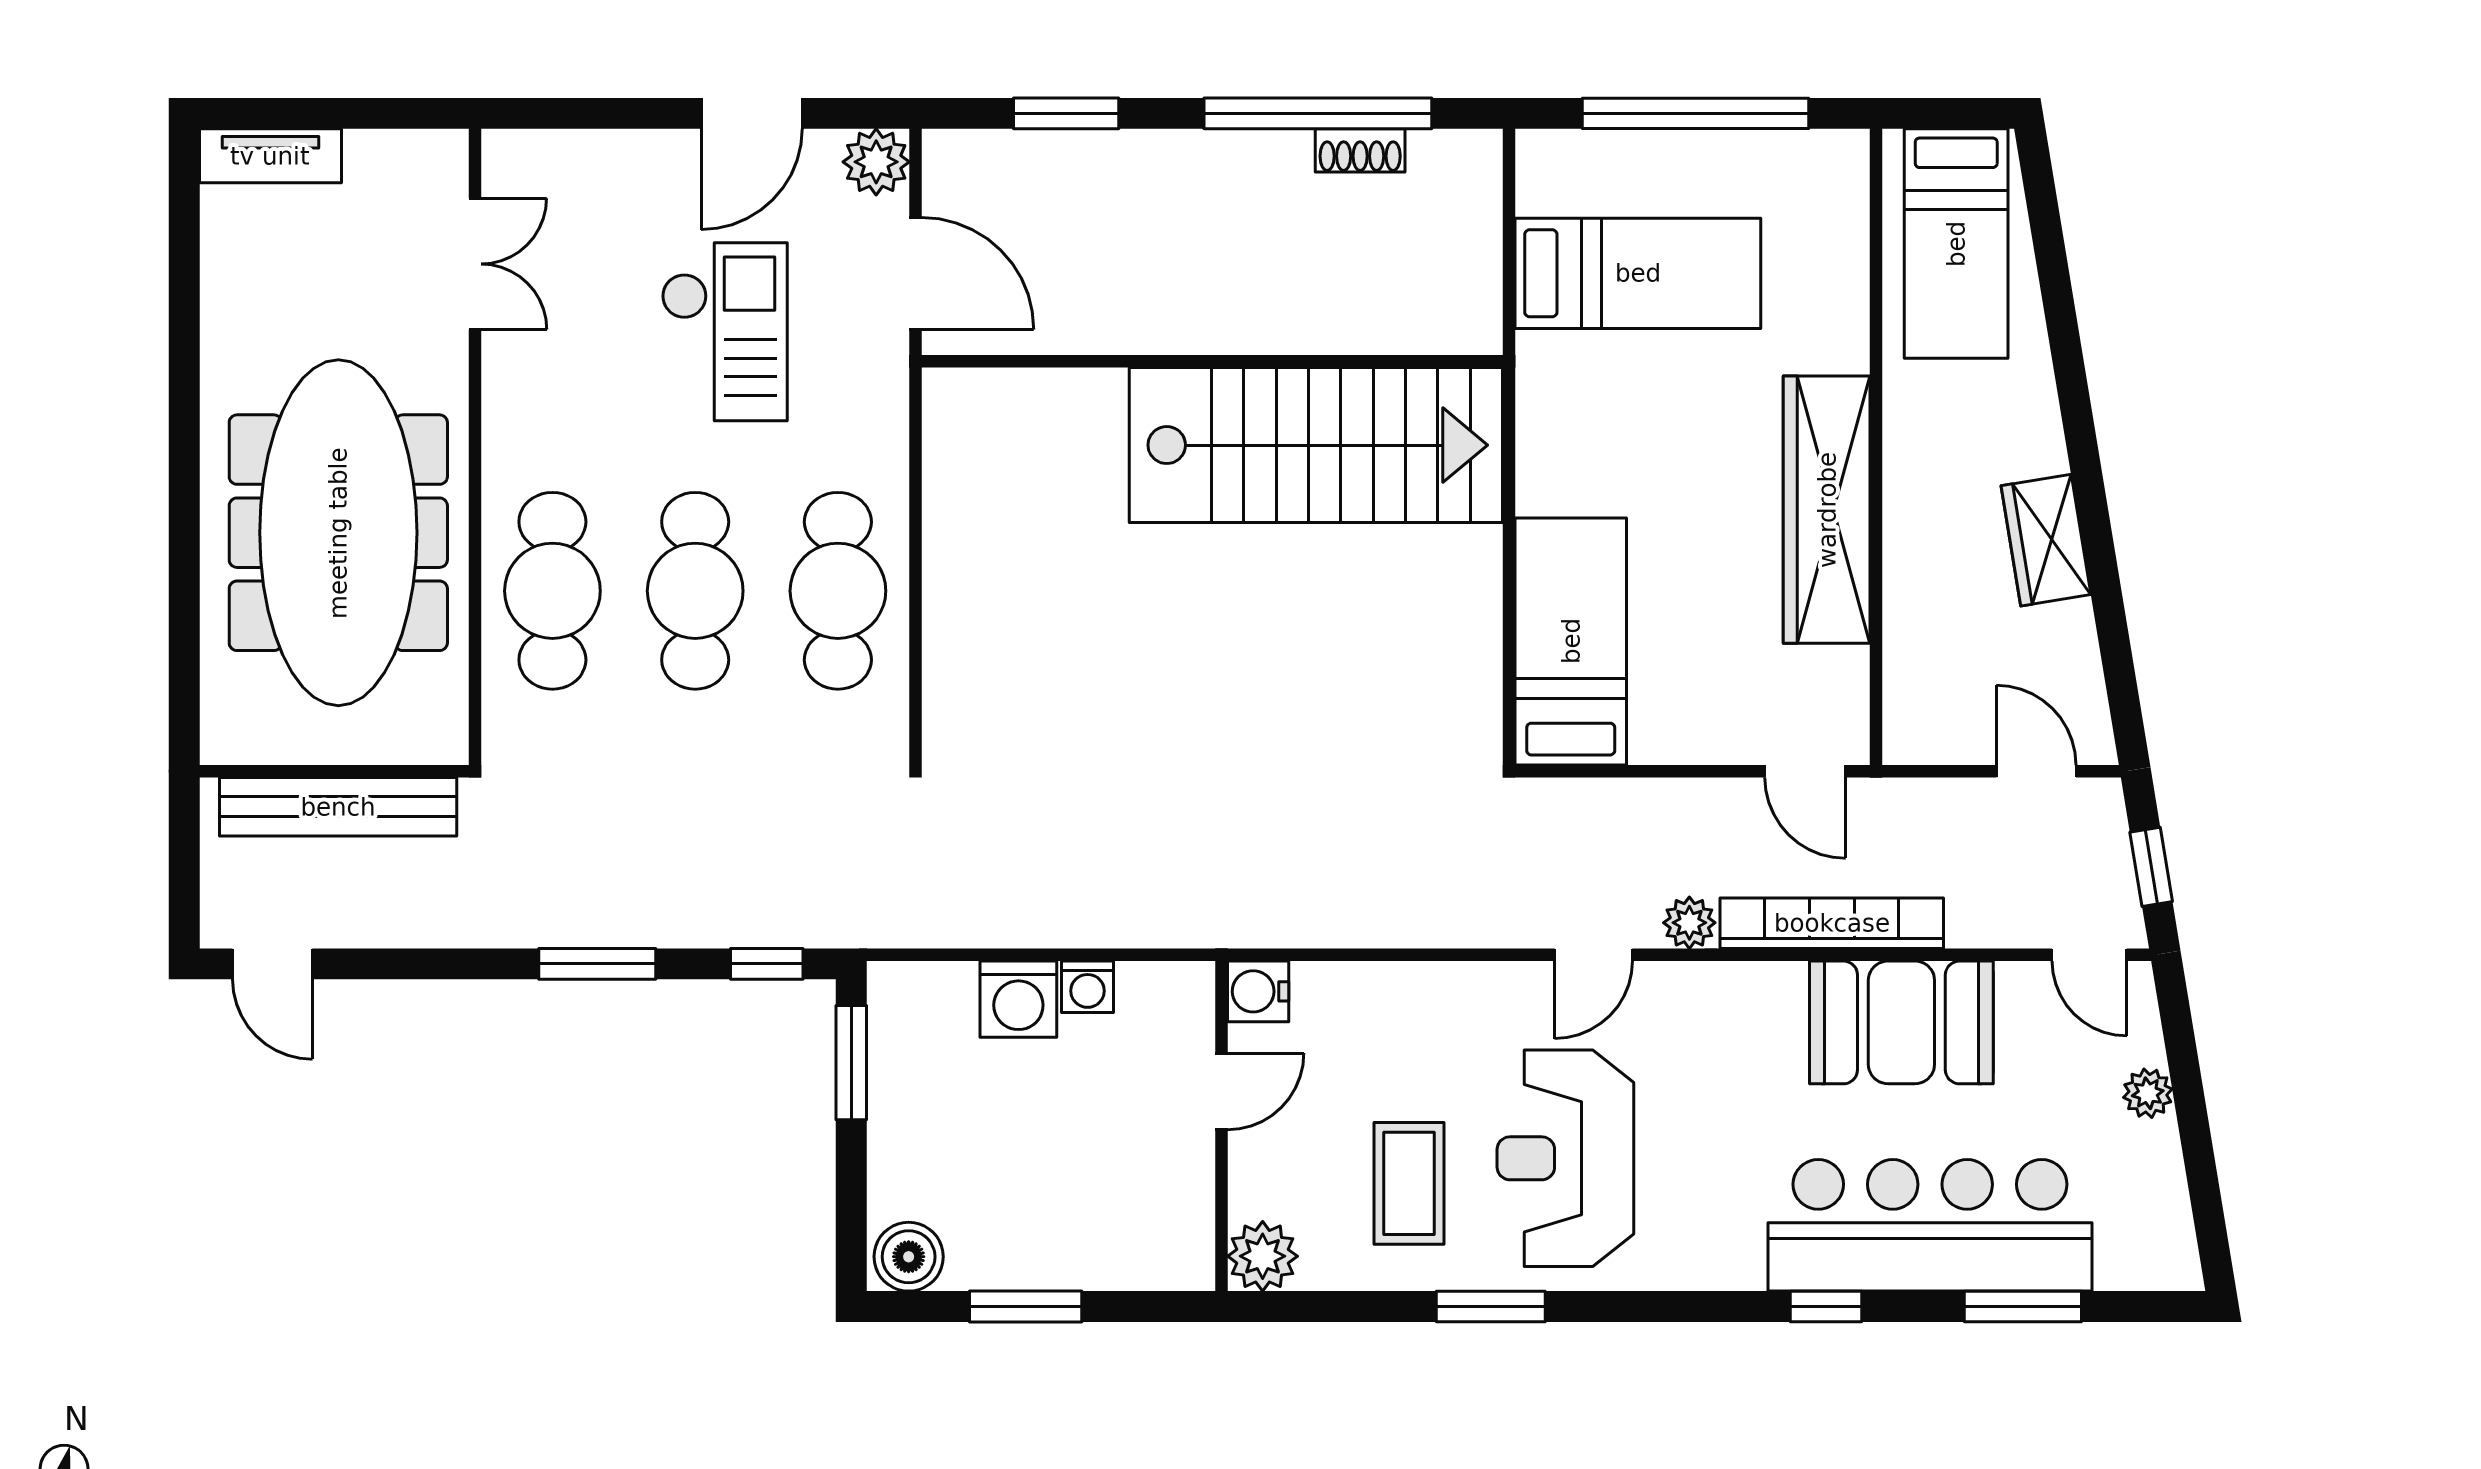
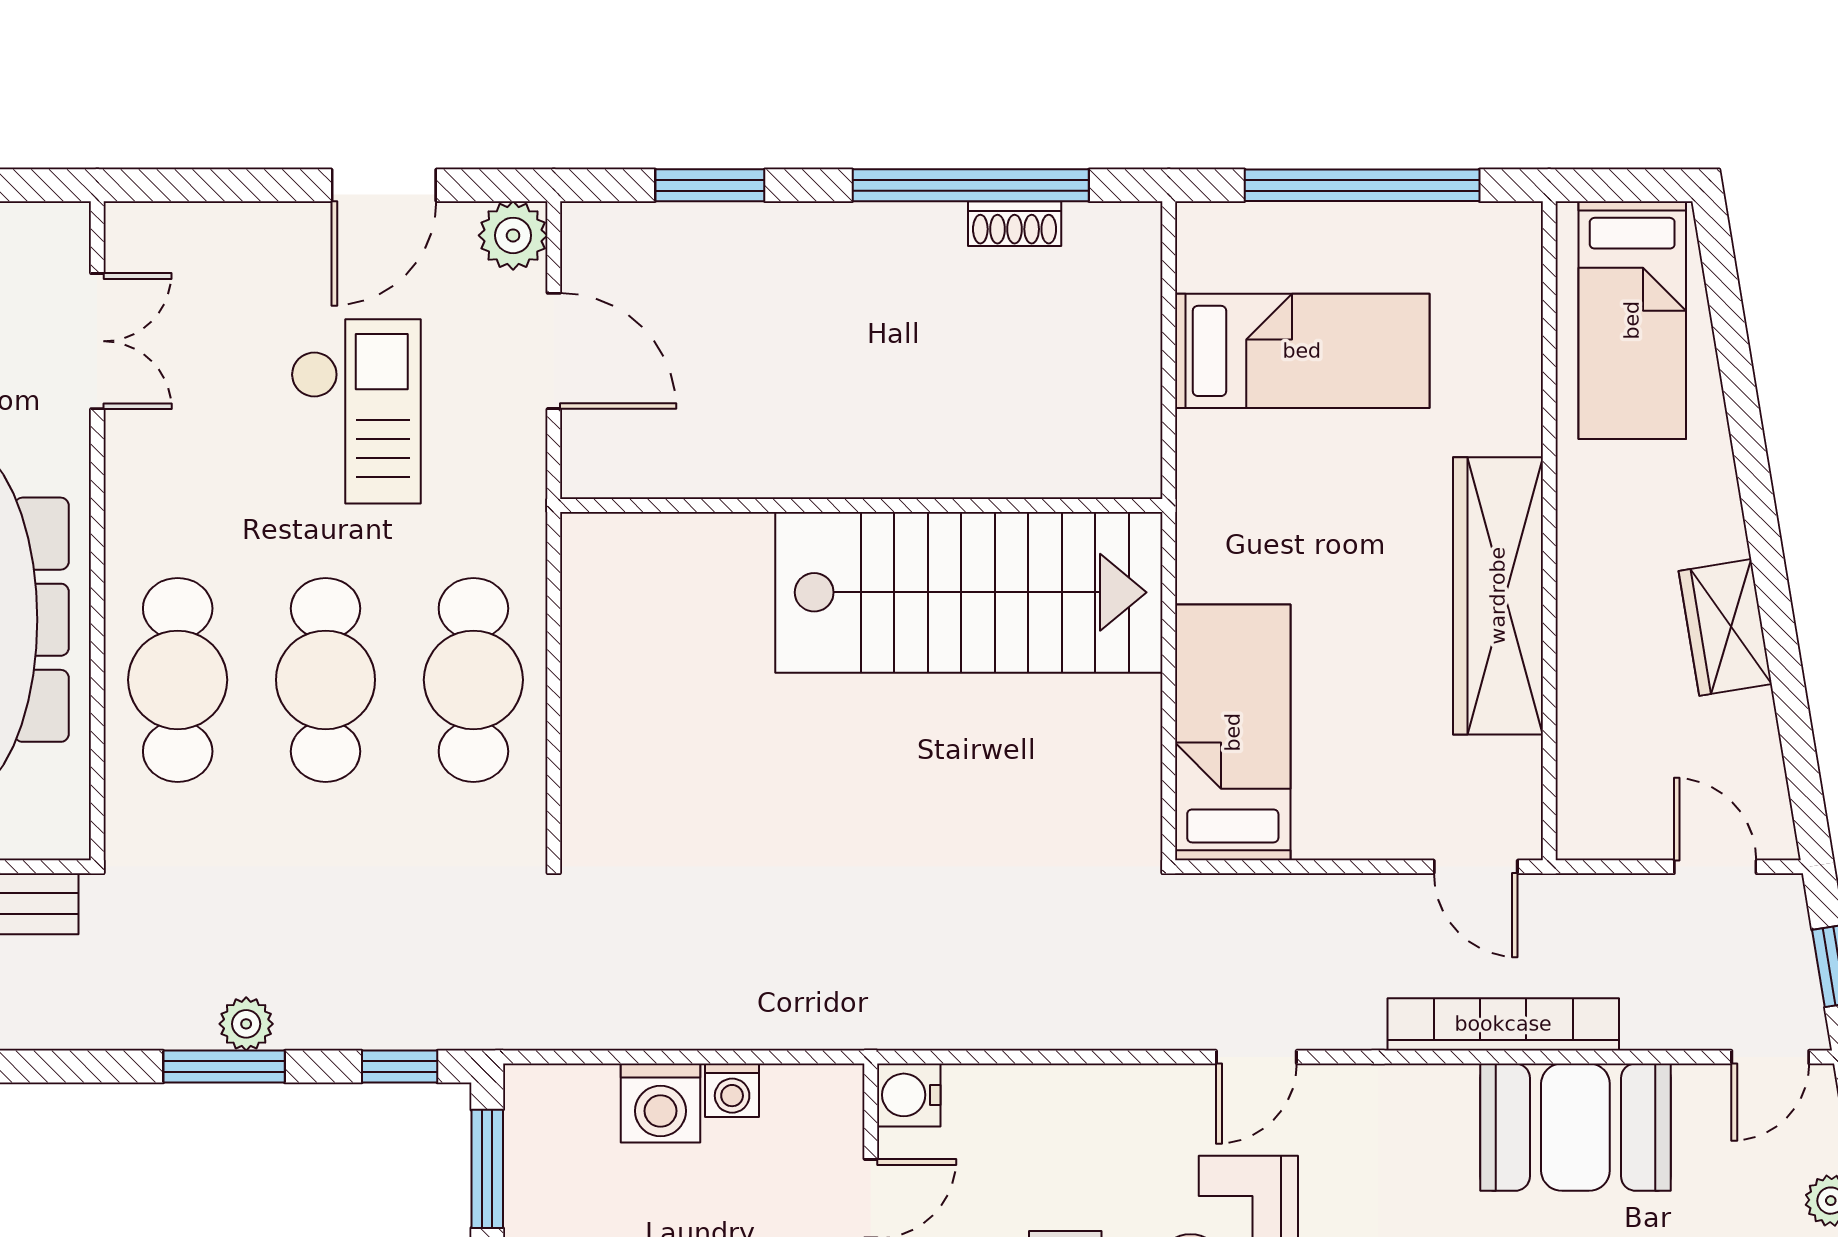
wall: (1212, 361) -> (861, 505), moved
stairs: (1316, 445) -> (969, 592), moved
plant: (1689, 923) -> (246, 1024), moved
door: (2089, 955) -> (1770, 1057), hinge flipped

